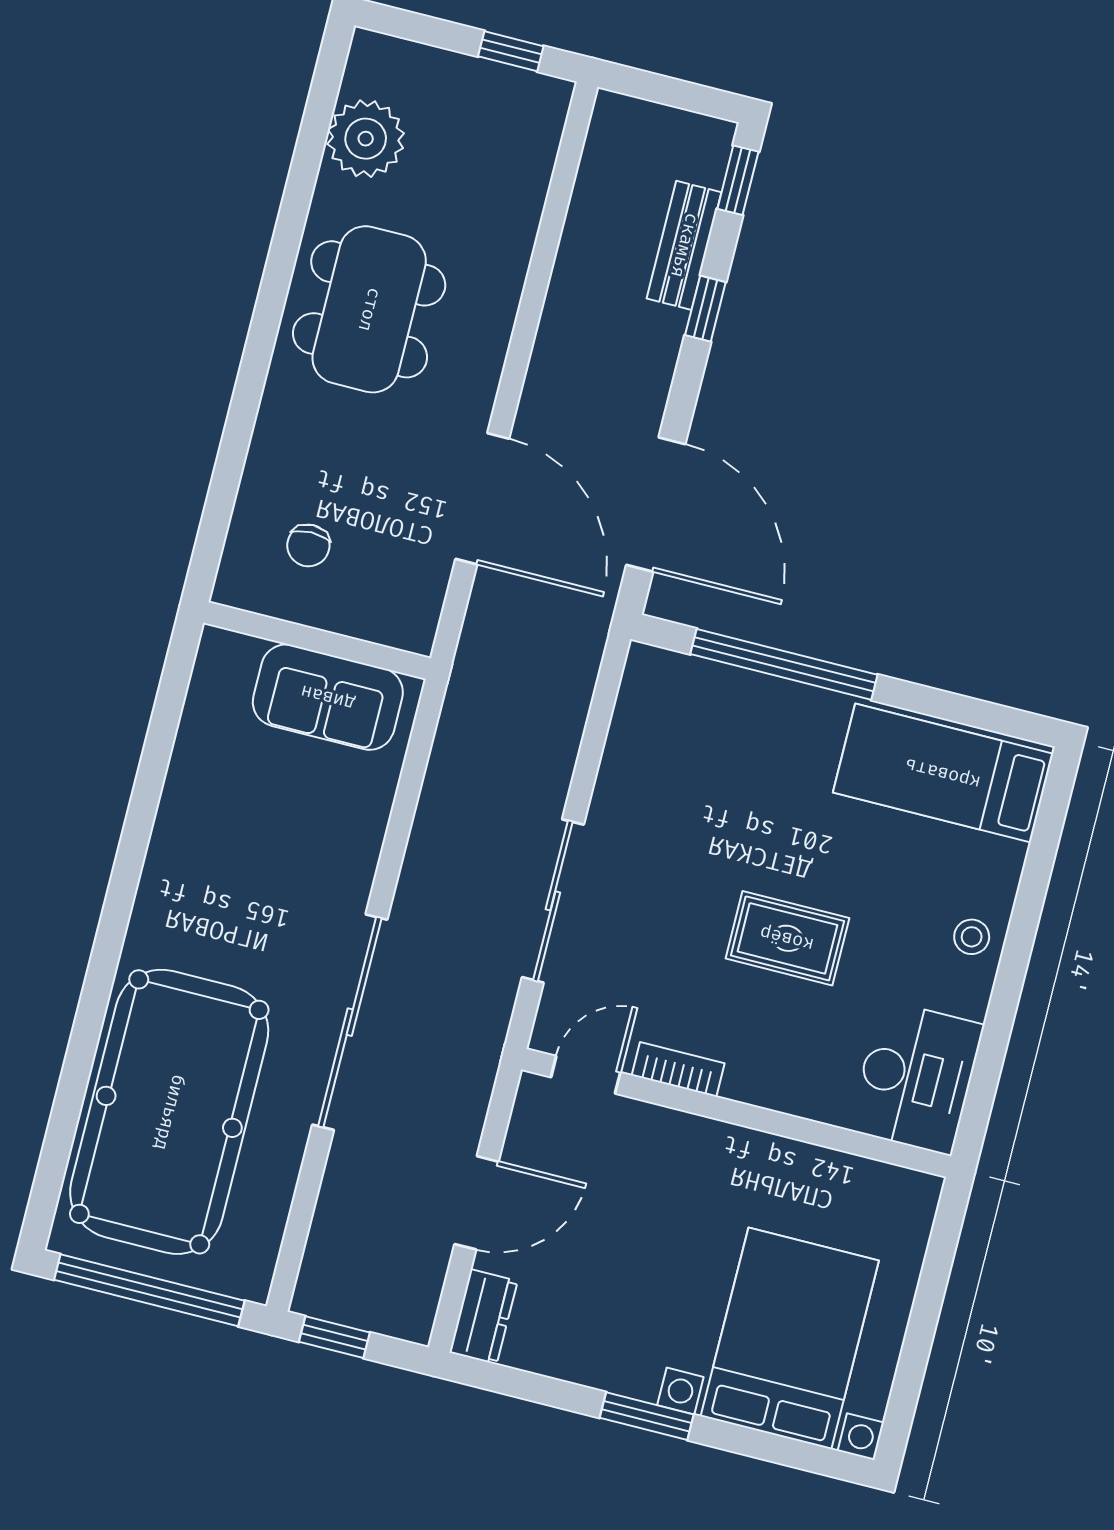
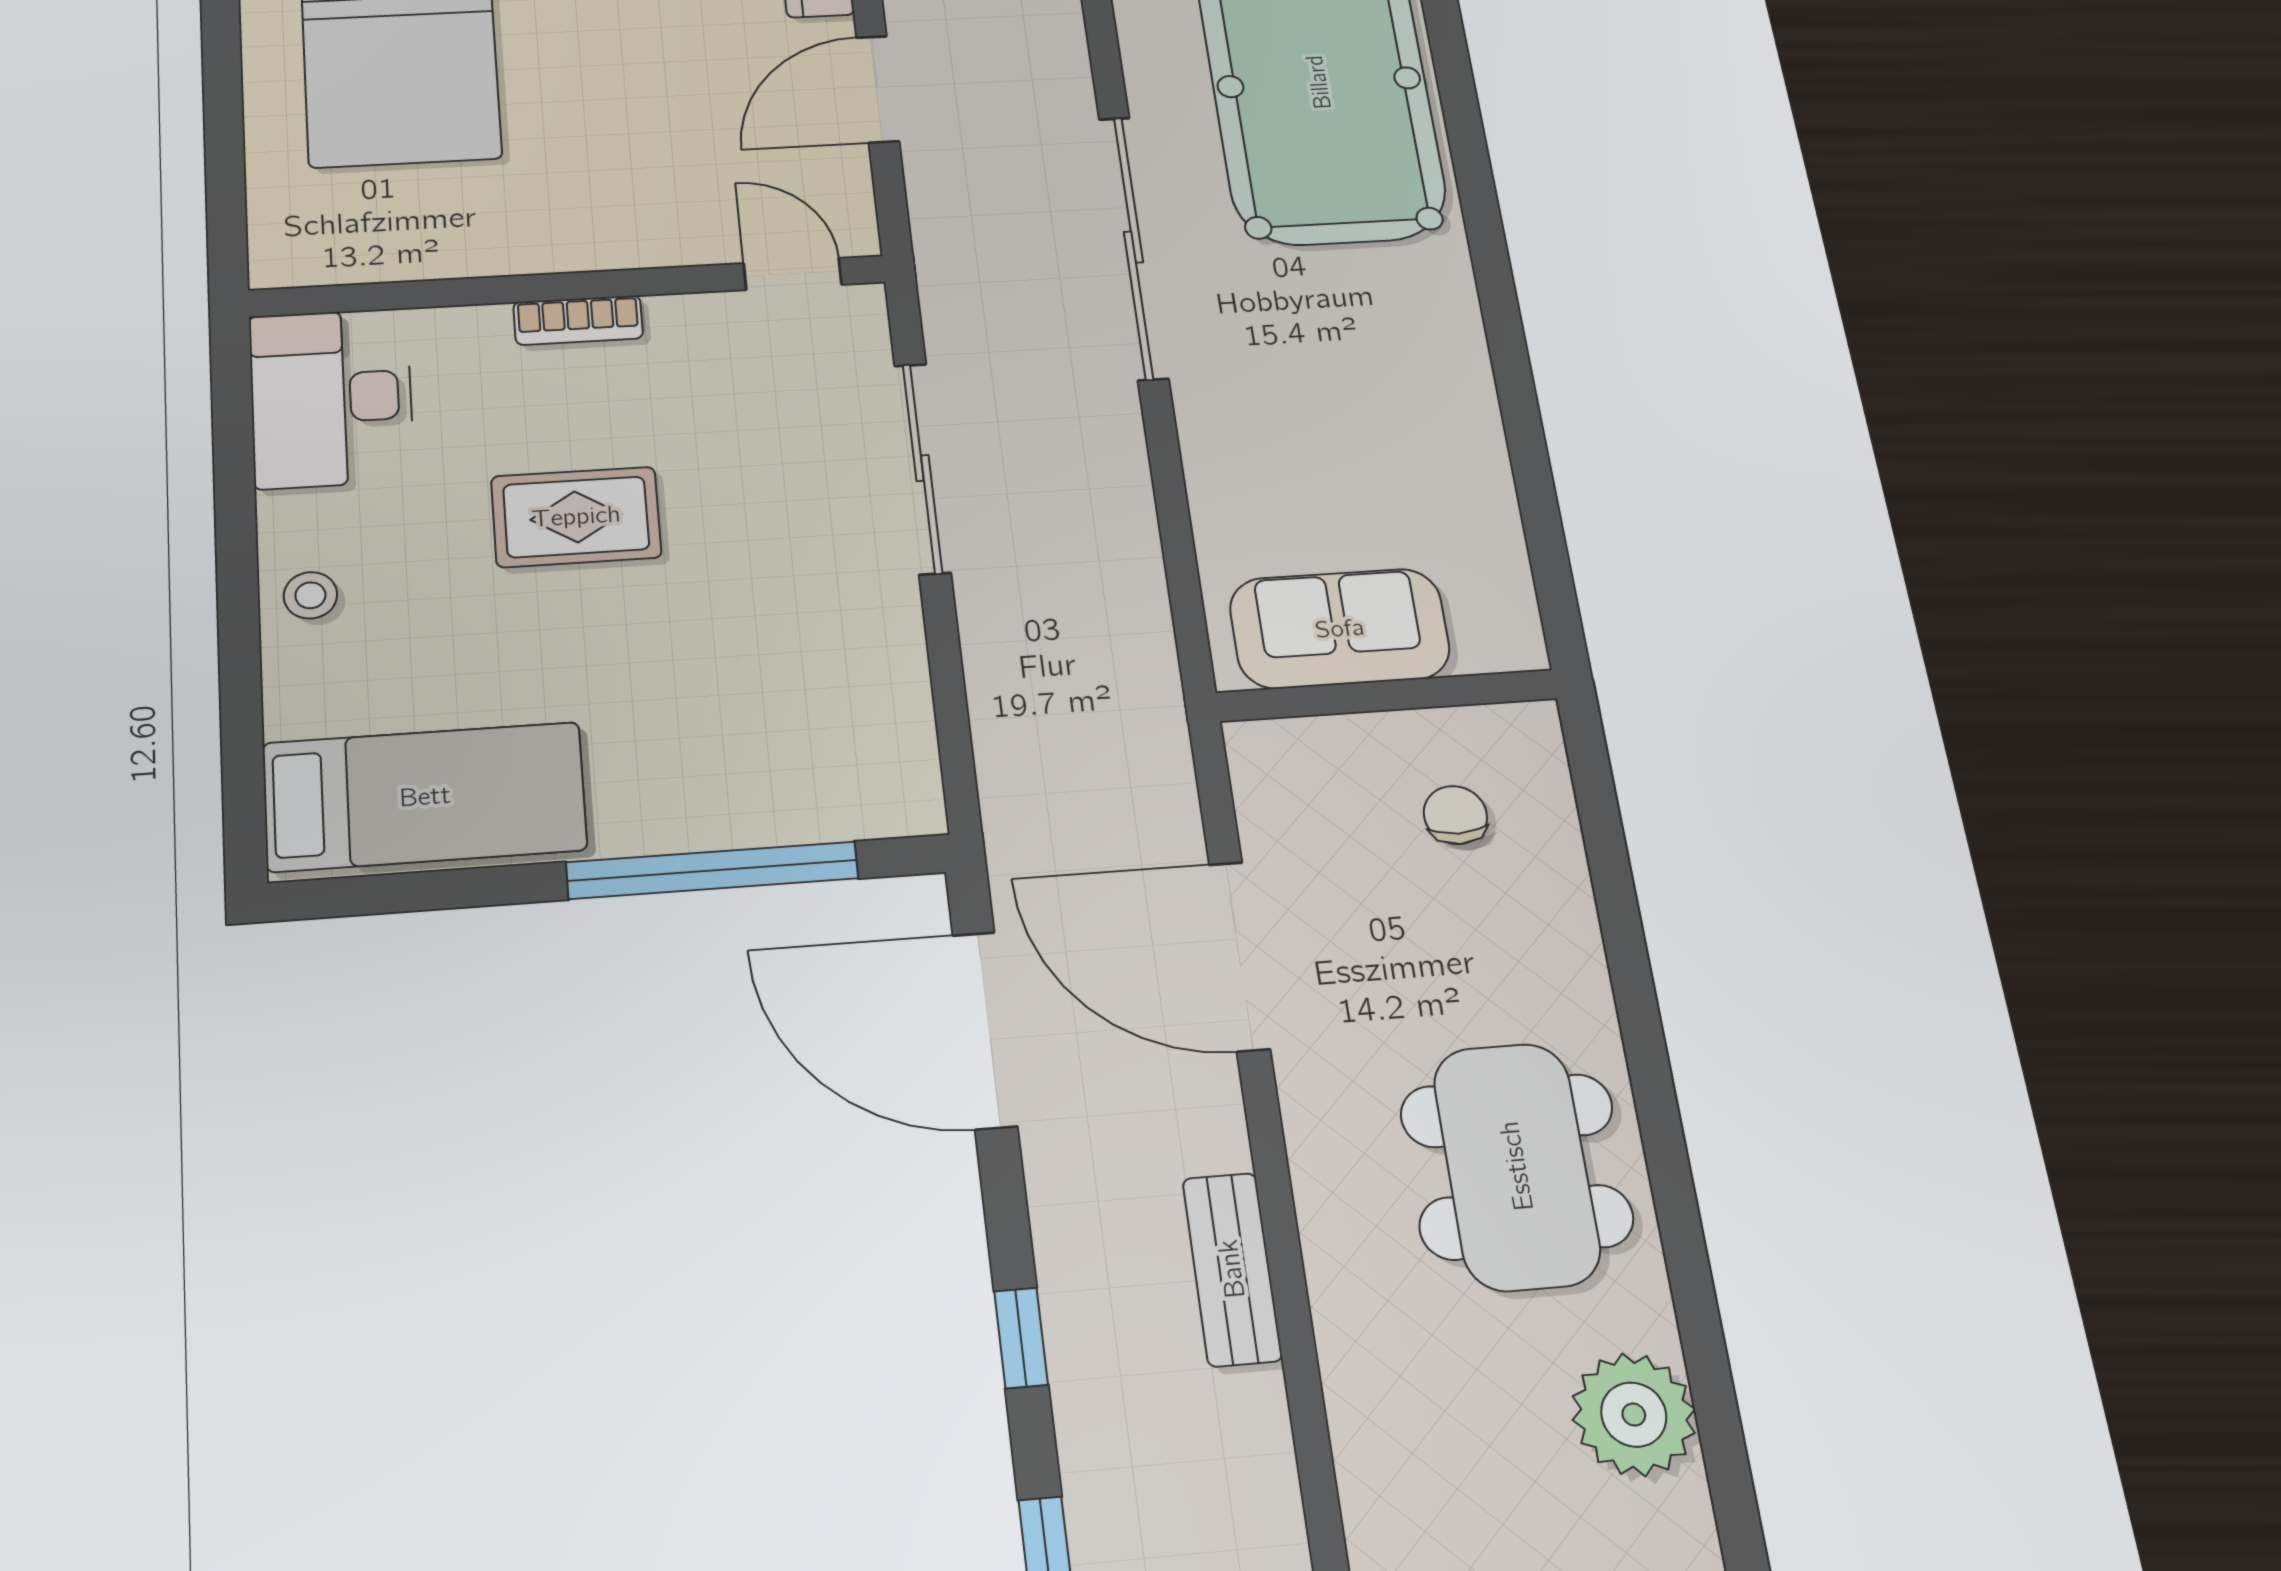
bench: (684, 245) -> (1232, 1269), moved
bookcase: (678, 1069) -> (578, 320), moved
door: (586, 1075) -> (793, 274), swing flipped

